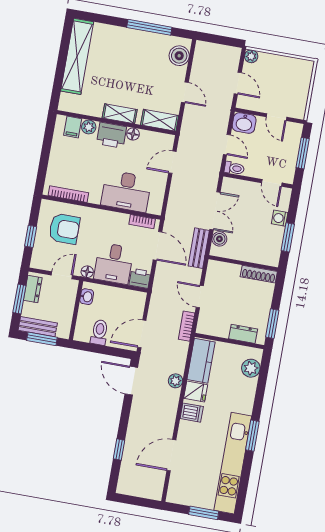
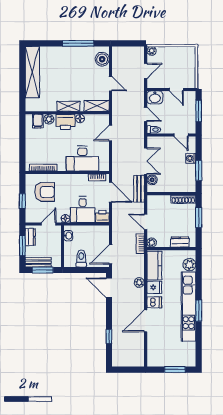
door: (238, 83) -> (146, 71), hinge flipped
window: (272, 324) -> (199, 217), moved
plant: (203, 327) -> (152, 243), added
door: (171, 455) -> (146, 321), moved
kitchen unit: (233, 463) -> (189, 307), moved

